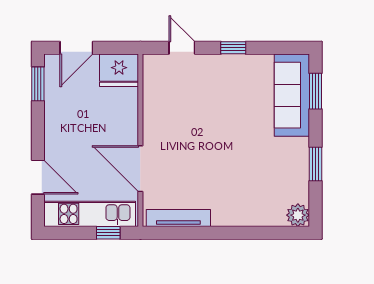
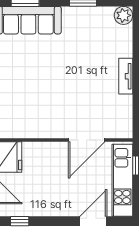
window: (38, 84) -> (20, 221), width x0.67
tv unit: (178, 218) -> (126, 76), moved, width x0.71

